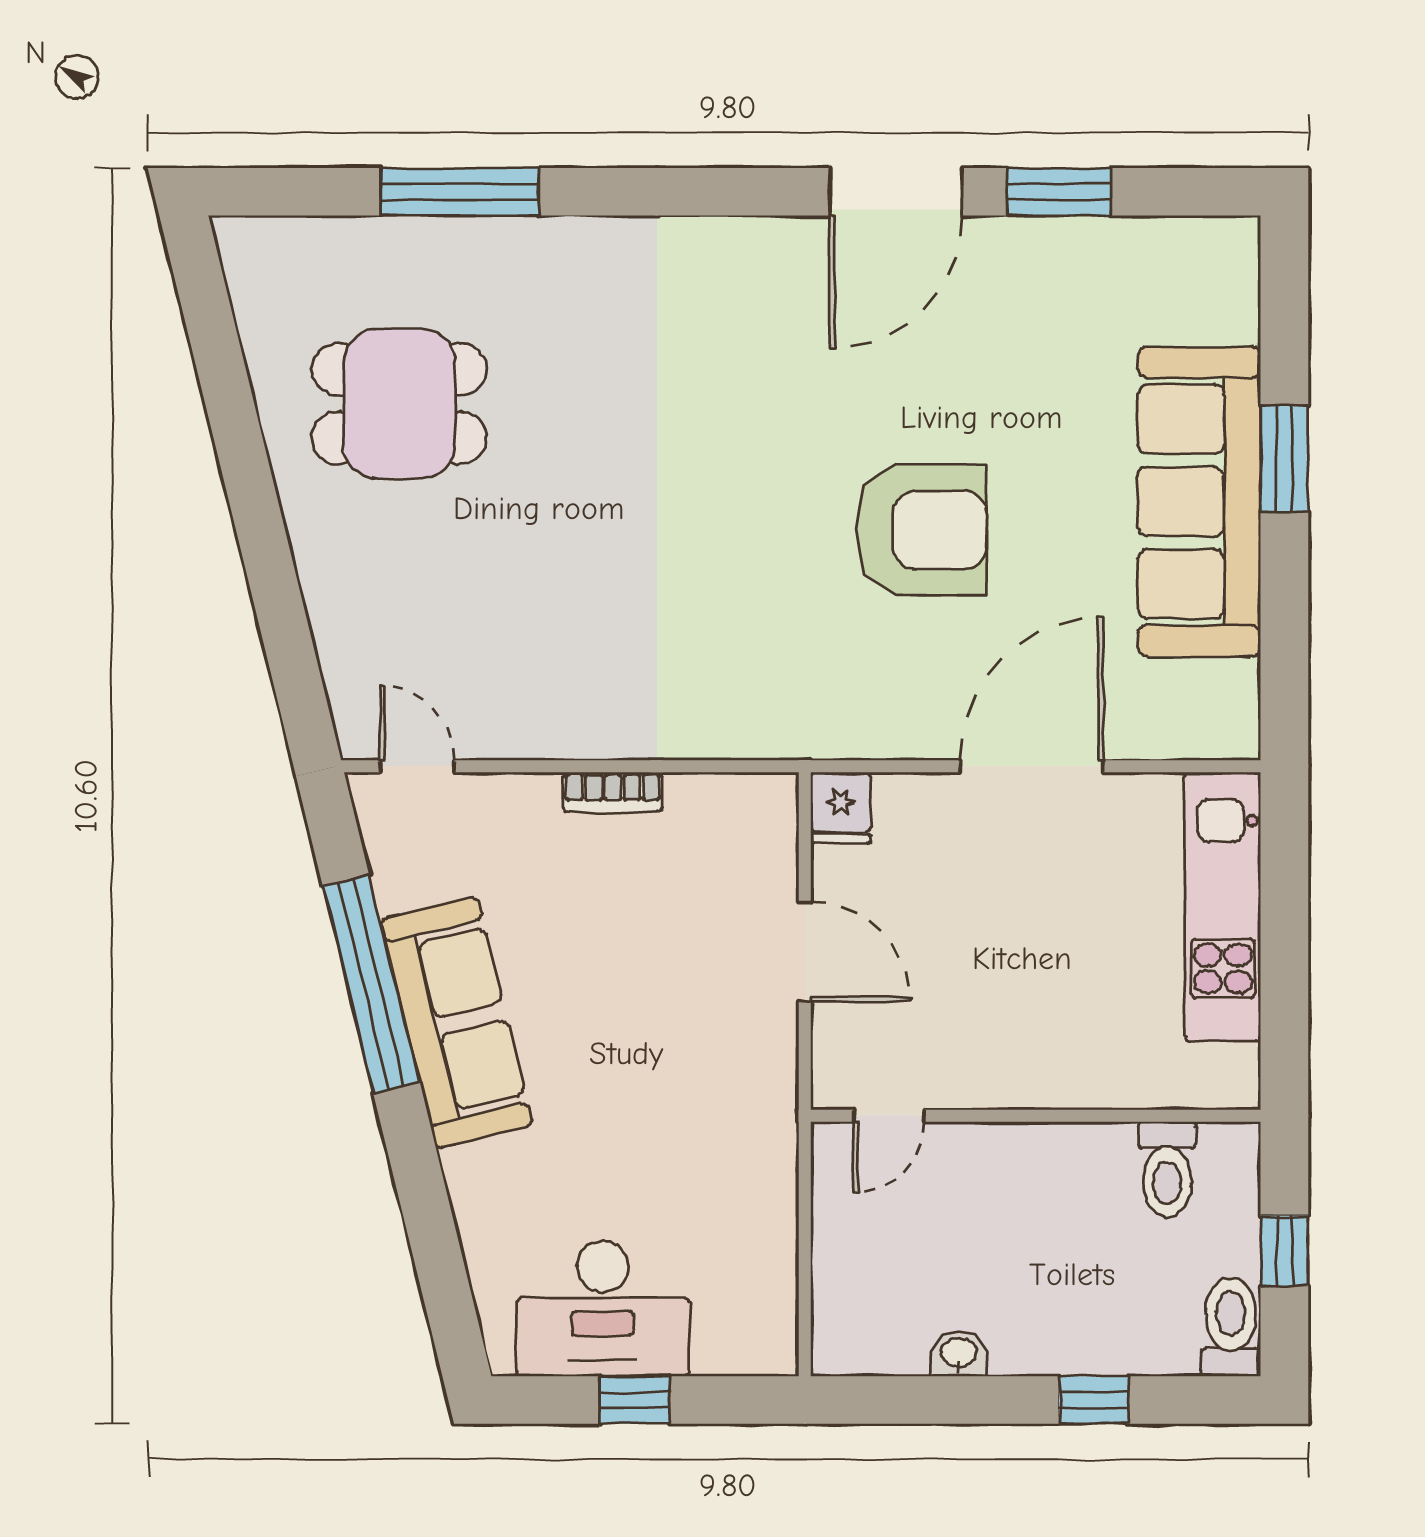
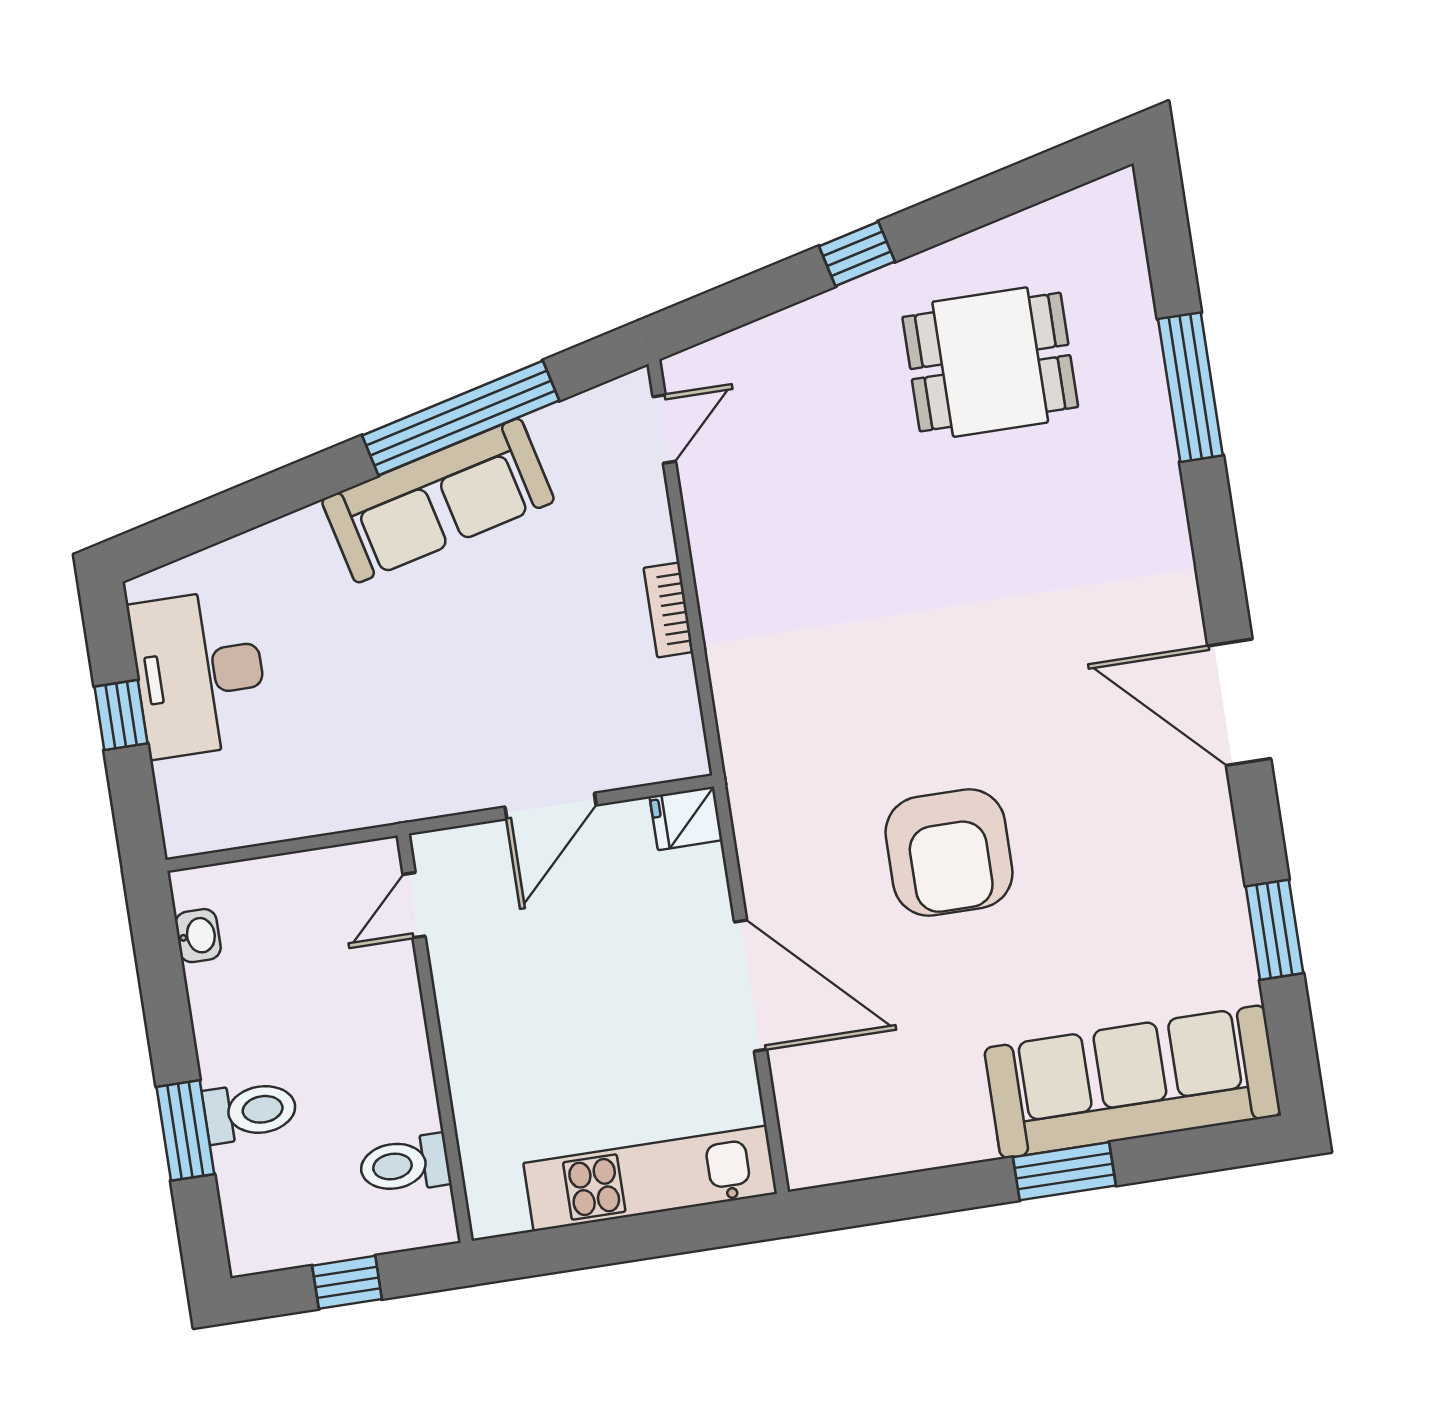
door: (896, 192) -> (1239, 702), moved
dining table: (399, 404) -> (990, 362), turned 90
sofa: (1199, 502) -> (1133, 1082), moved
window: (260, 529) -> (857, 254), added
door: (889, 1116) -> (414, 905), hinge flipped
toilet: (1231, 1327) -> (250, 1111), moved
washbasin: (959, 1354) -> (198, 936), moved
window: (1094, 1400) -> (185, 1130), width x1.50

